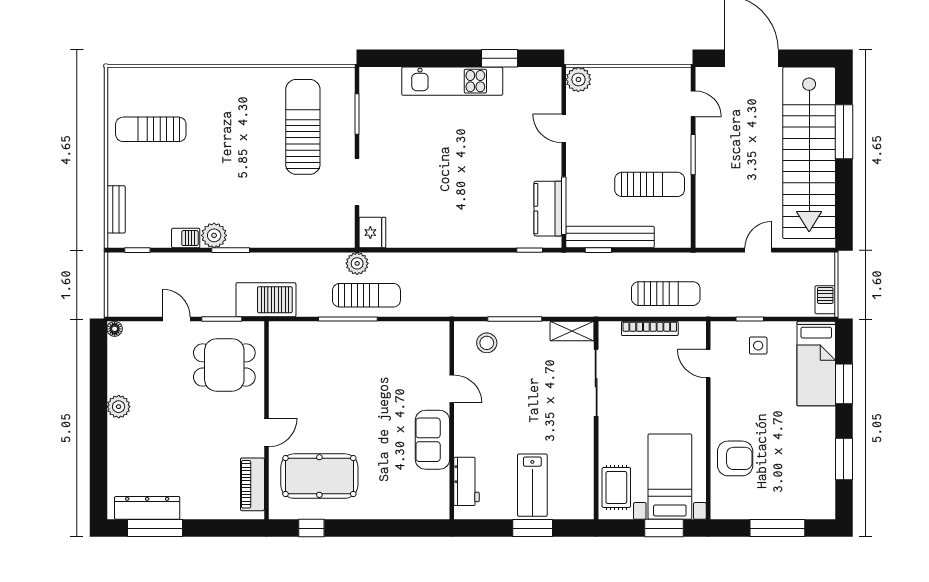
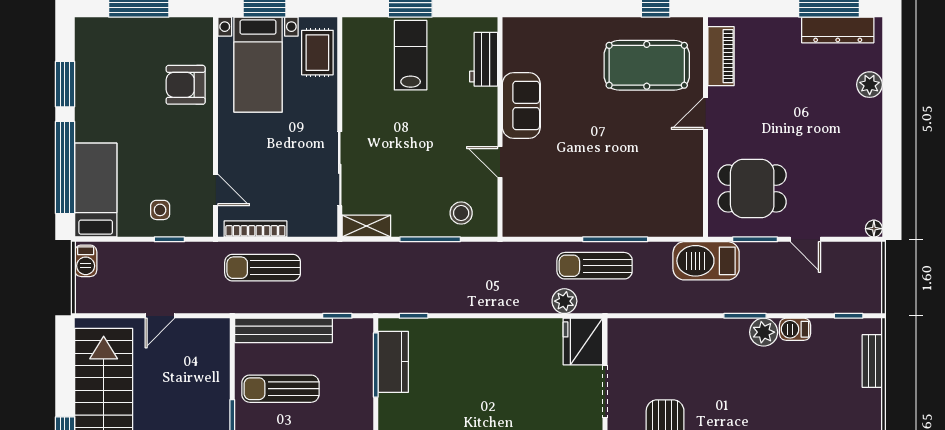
fridge: (372, 233) -> (583, 342), width x1.36, depth x1.34
bench: (610, 237) -> (283, 330), moved
plant: (357, 263) -> (564, 301), moved
bookcase: (650, 328) -> (255, 229), moved
window: (844, 384) -> (65, 167), width x2.11
plant: (119, 407) -> (870, 85), moved

